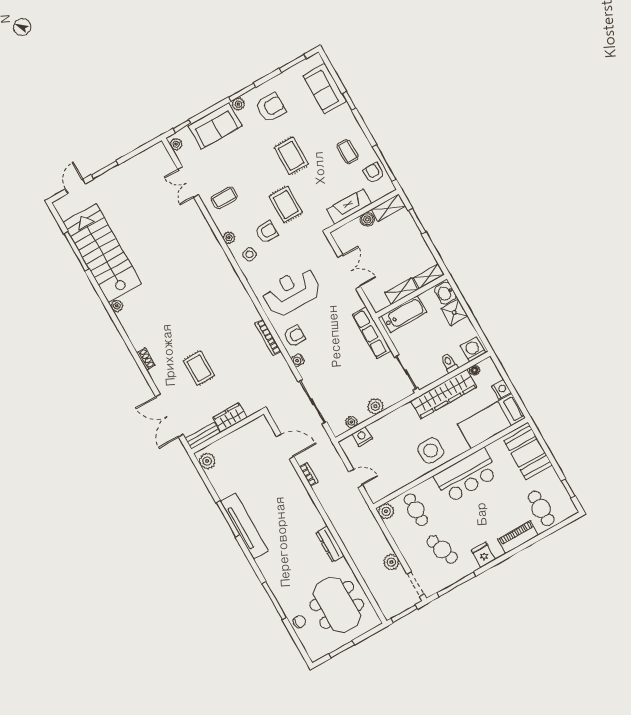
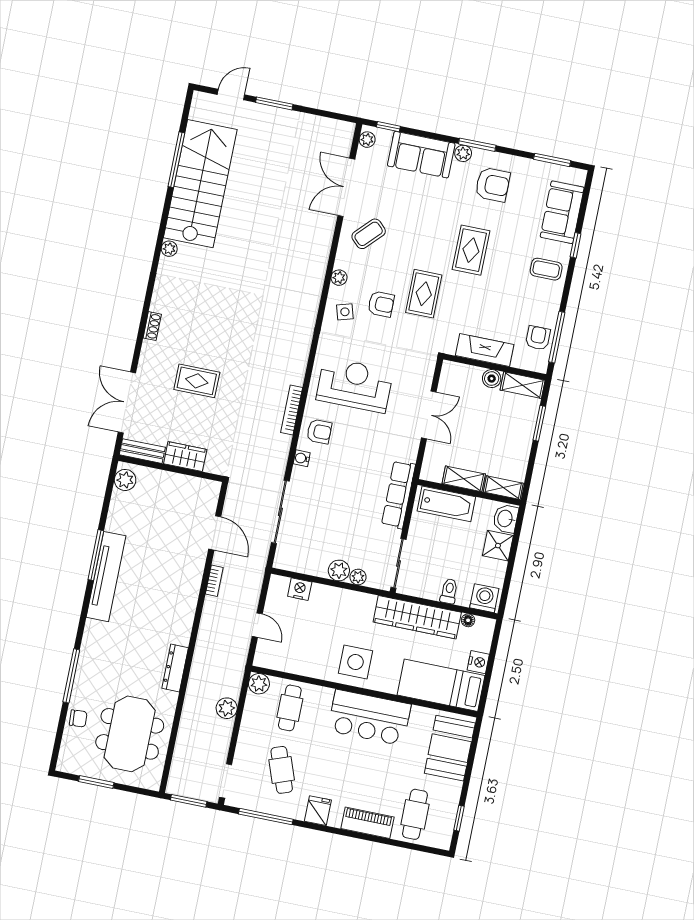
coffee table: (348, 152) -> (546, 269), moved, turned 90
double door: (188, 182) -> (346, 187), width x1.37
coffee table: (224, 198) -> (369, 234), turned -46
rug: (199, 368) -> (197, 381), turned 90
plant: (351, 422) -> (358, 577), moved
plant: (391, 562) -> (227, 708), moved

